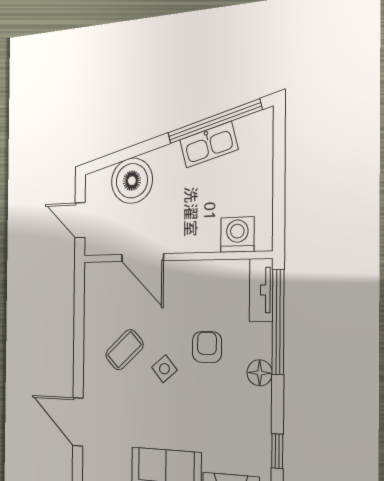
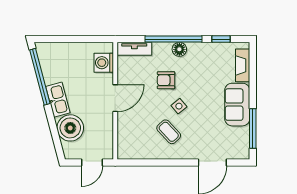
kitchen sink: (209, 145) -> (58, 100), moved
door: (142, 258) -> (115, 98), moved
window: (278, 322) -> (173, 39), moved

